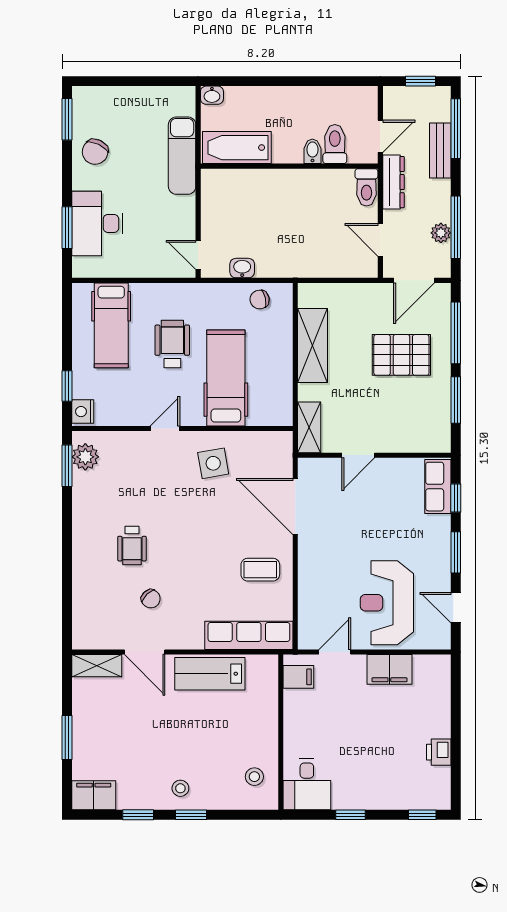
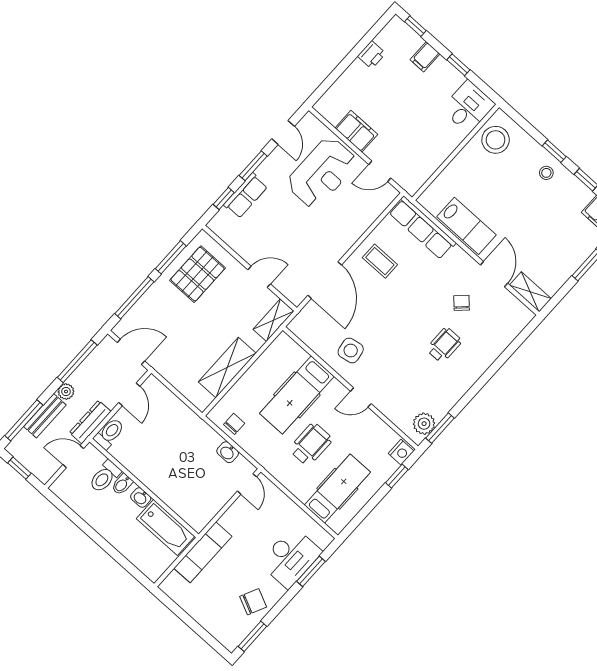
washbasin: (212, 95) -> (141, 497), moved, turned 180
plant: (441, 233) -> (66, 392), moved
chair: (260, 300) -> (234, 424), turned -78
wheelchair: (172, 344) -> (311, 444), turned 180
pallet: (401, 355) -> (198, 274), moved, turned 90
row of seats: (438, 487) -> (246, 196), moved
filing cabinet: (298, 677) -> (425, 57), moved, turned -90
stool: (254, 777) -> (496, 140), width x1.89, depth x1.89

